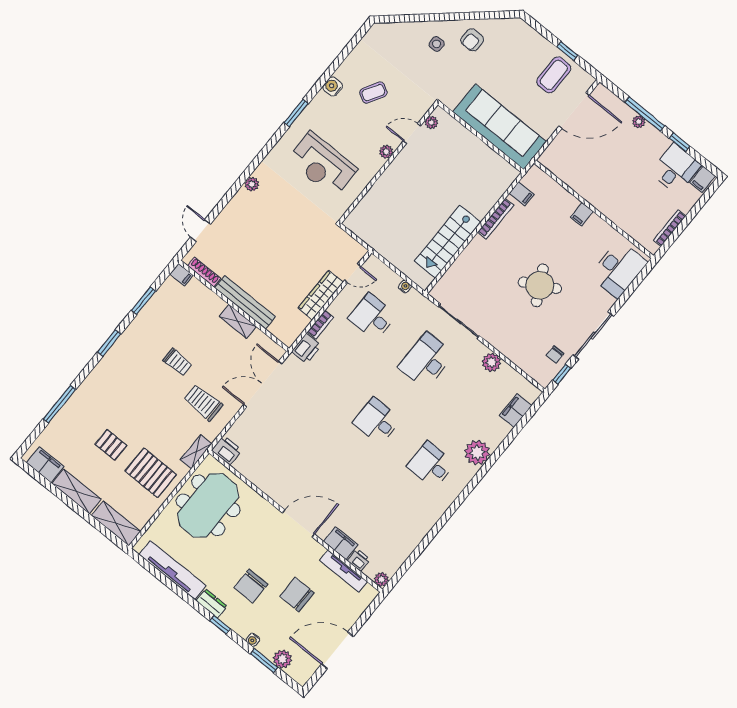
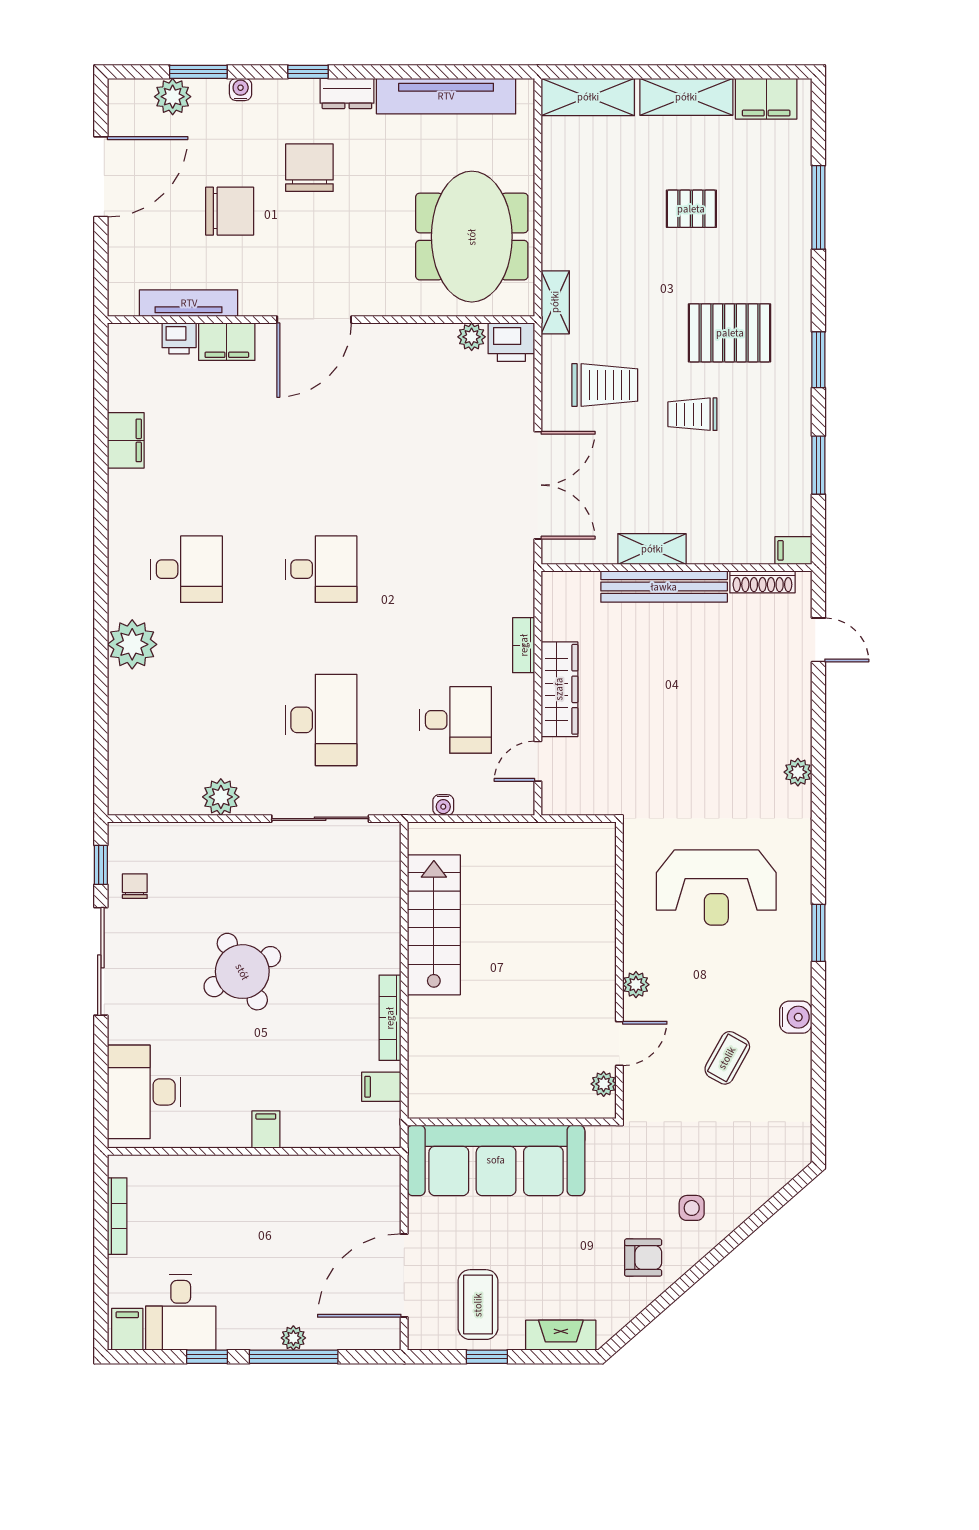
fireplace: (531, 36) -> (561, 1335), added
armchair: (472, 40) -> (643, 1258), turned 90
reception desk: (322, 164) -> (716, 888), turned 180
printer: (306, 349) -> (515, 592), removed
filing cabinet: (516, 411) -> (126, 440), moved
pallet: (151, 473) -> (730, 333), moved
plant: (381, 579) -> (472, 337), moved

